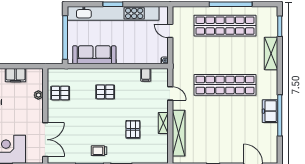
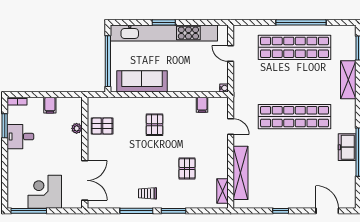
filing cabinet: (15, 75) -> (50, 105), width x0.50
pallet: (105, 92) -> (155, 125), turned 90
shelving: (163, 123) -> (222, 191), moved

